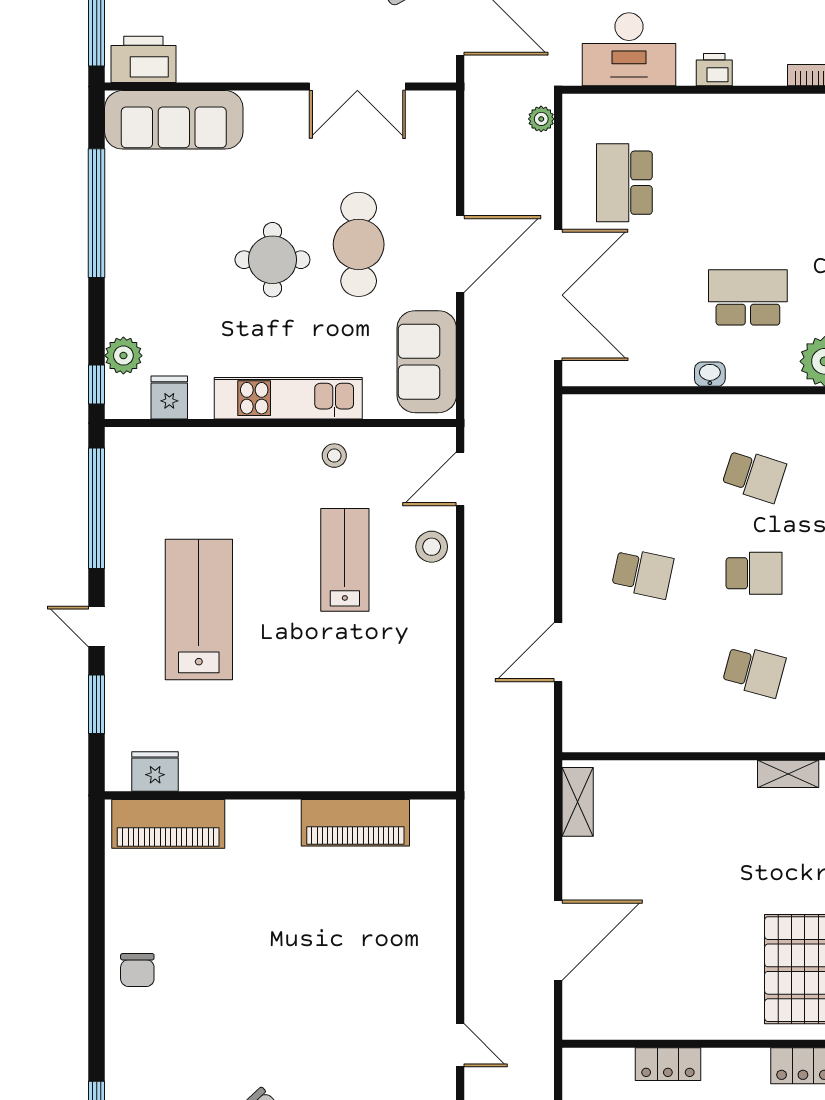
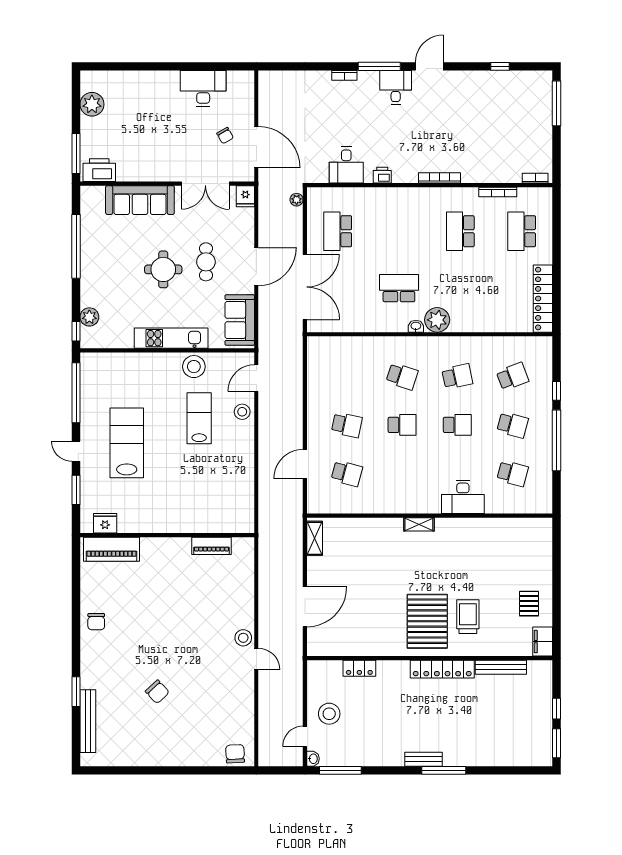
desk: (629, 49) -> (346, 165), width x0.73
sofa: (174, 120) -> (140, 200), moved
cafe table: (359, 244) -> (206, 262), width x0.73, depth x0.74
washbasin: (710, 374) -> (416, 326), moved
fridge: (169, 397) -> (245, 196), moved, turned 180
stool: (334, 456) -> (194, 367), width x1.89, depth x1.89
school desk: (754, 671) -> (347, 473), moved
piano: (355, 823) -> (212, 546), width x0.73, depth x0.75
stool: (434, 1003) -> (243, 638), added

